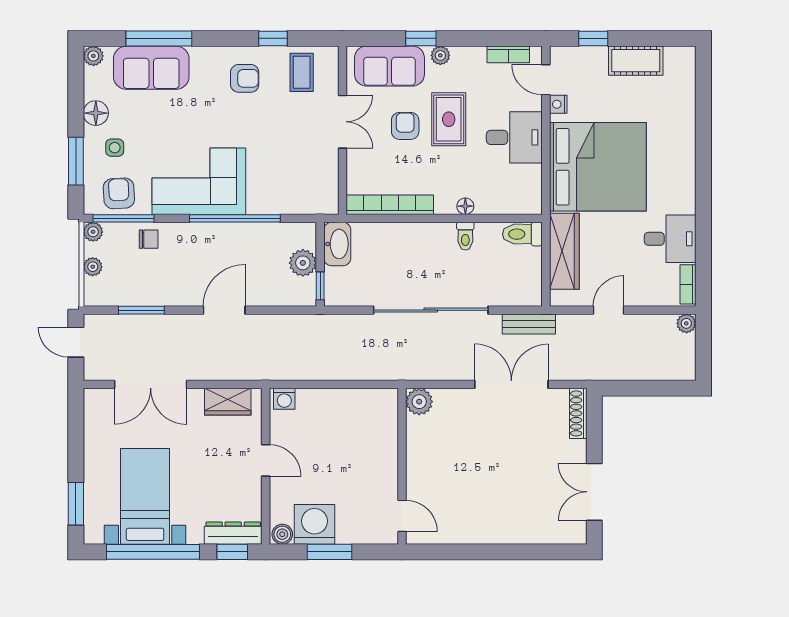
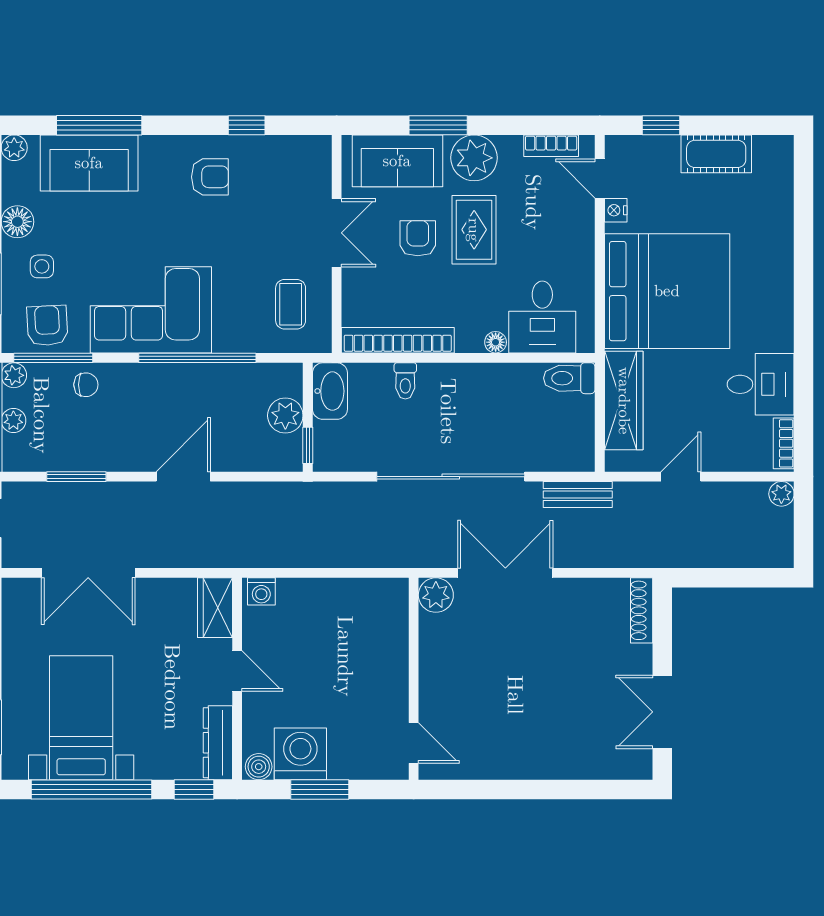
window: (421, 38) -> (438, 125), width x1.50
plant: (440, 55) -> (474, 158), width x1.87, depth x1.87
coffee table: (302, 72) -> (291, 304), moved
desk: (514, 137) -> (542, 317), moved, turned 90
toilet: (465, 236) -> (405, 381), moved
double door: (511, 384) -> (505, 573), moved
wardrobe: (228, 402) -> (215, 608), moved, turned 90
dresser: (233, 533) -> (218, 743), moved, turned -90

